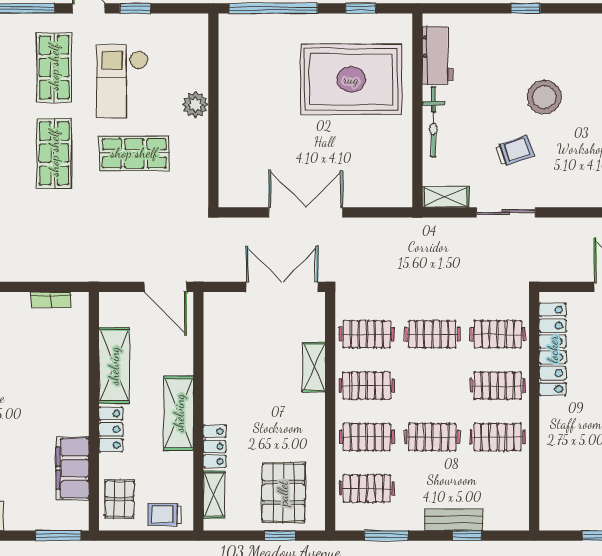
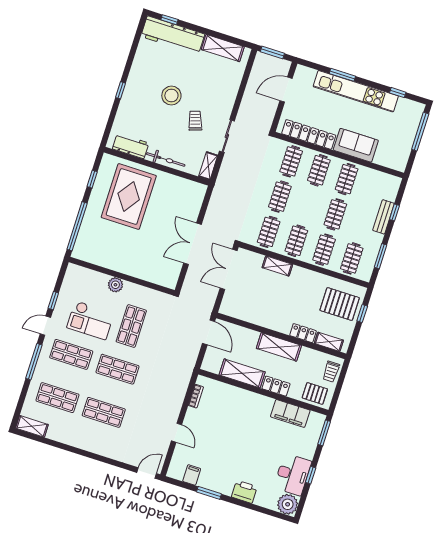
door: (165, 287) -> (209, 332), hinge flipped
sofa: (560, 434) -> (356, 145), added

